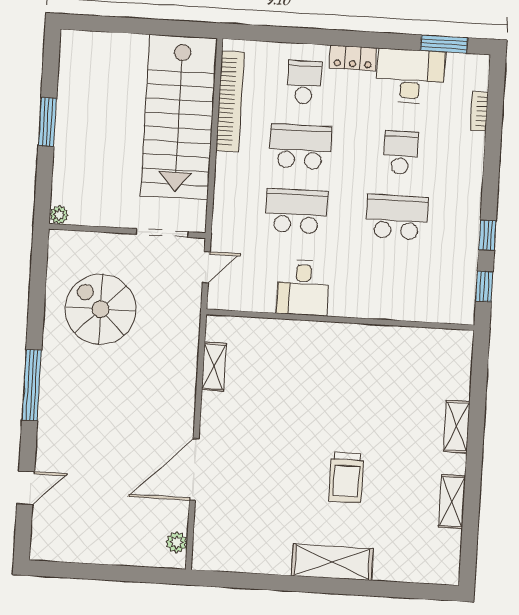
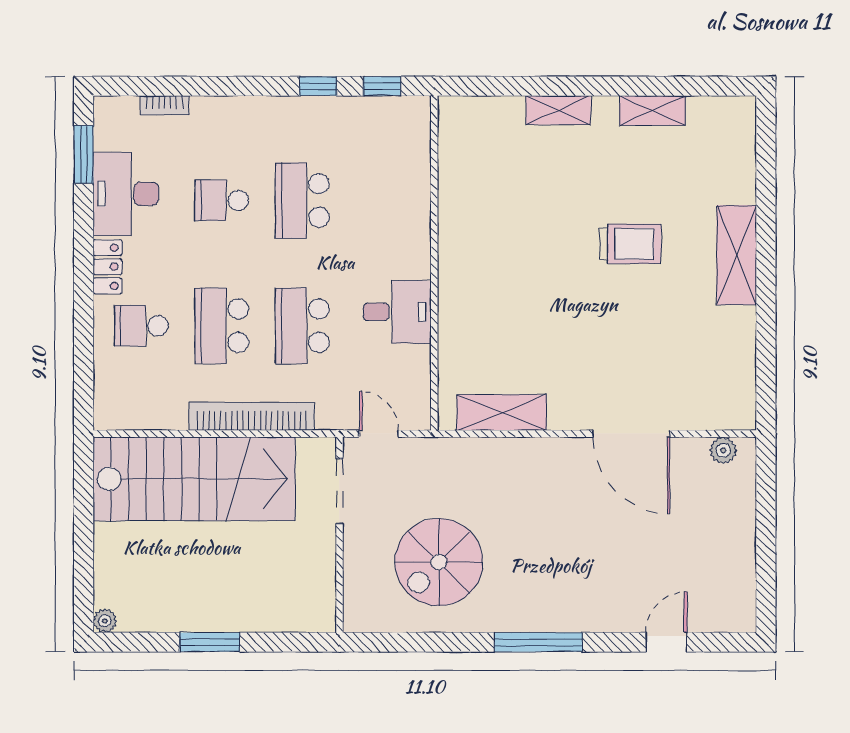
bookcase: (230, 101) -> (252, 416), moved
plant: (59, 215) -> (105, 621), moved
shelving: (214, 367) -> (502, 413), width x1.50, depth x1.33
door: (26, 488) -> (666, 642), hinge flipped

